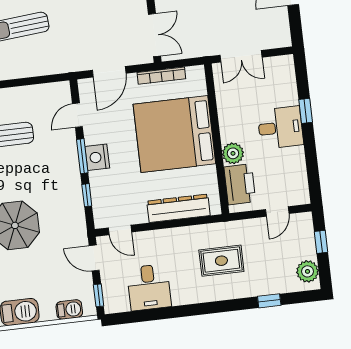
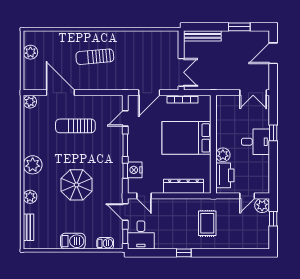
double door: (241, 56) -> (253, 93), moved
bed: (174, 134) -> (187, 138), width x0.73
nightstand: (97, 157) -> (135, 170), moved
rug: (221, 261) -> (207, 223), turned 90
plant: (308, 271) -> (262, 205), moved
desk: (149, 287) -> (141, 235), moved
window: (269, 301) -> (184, 253), moved

